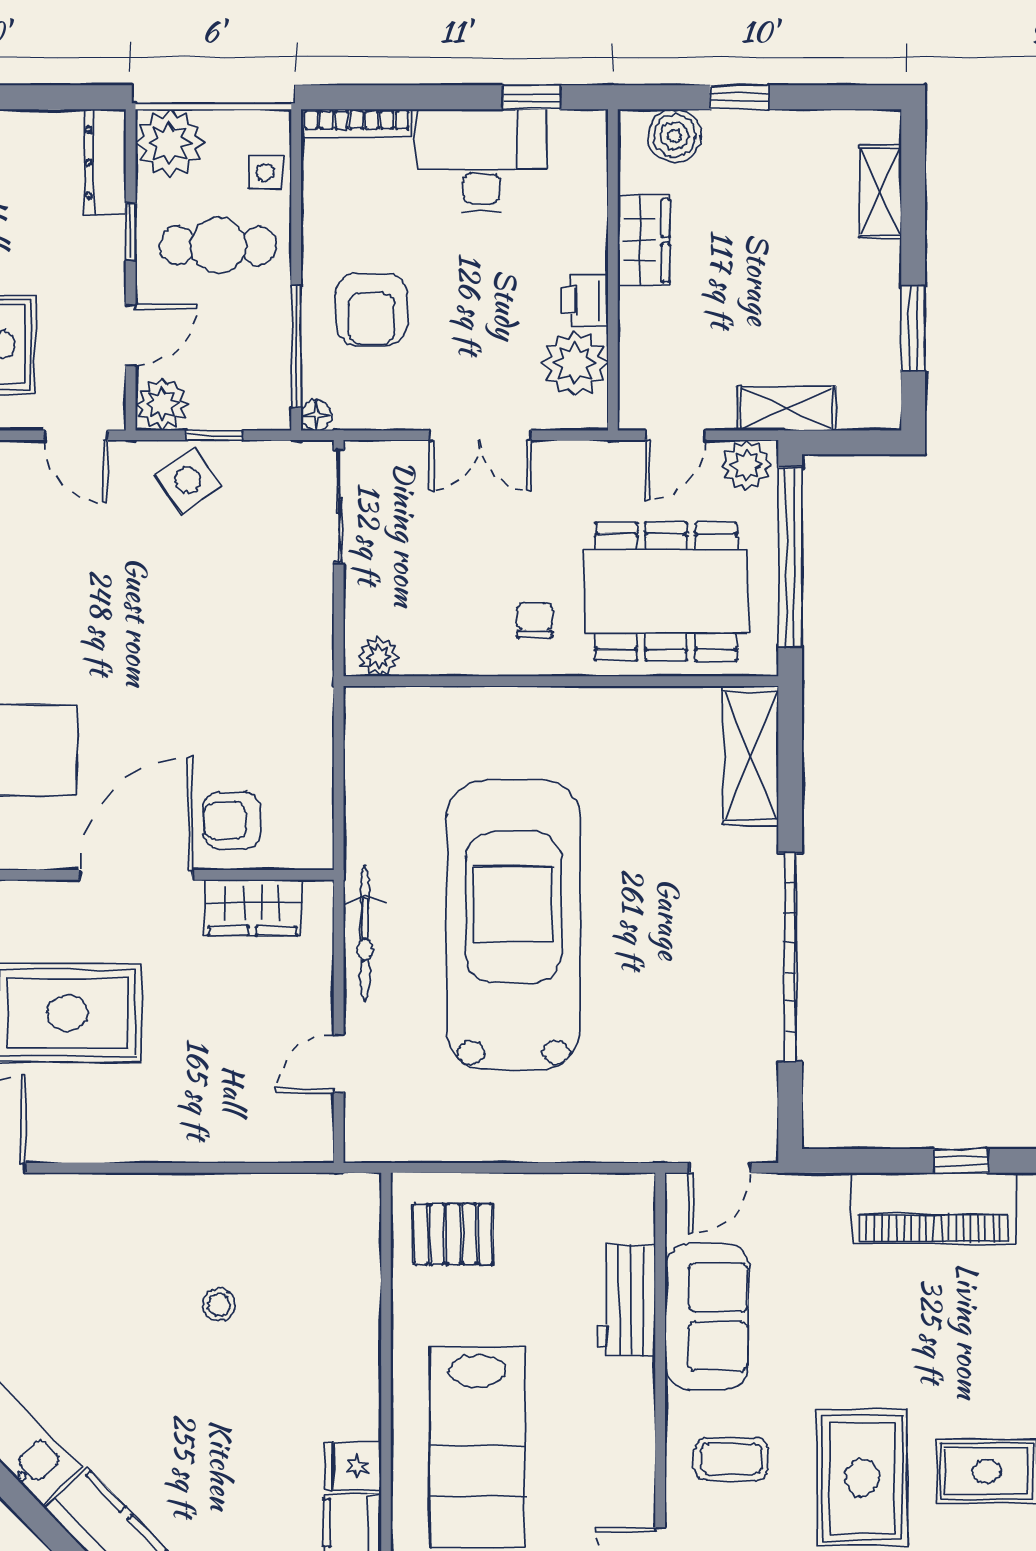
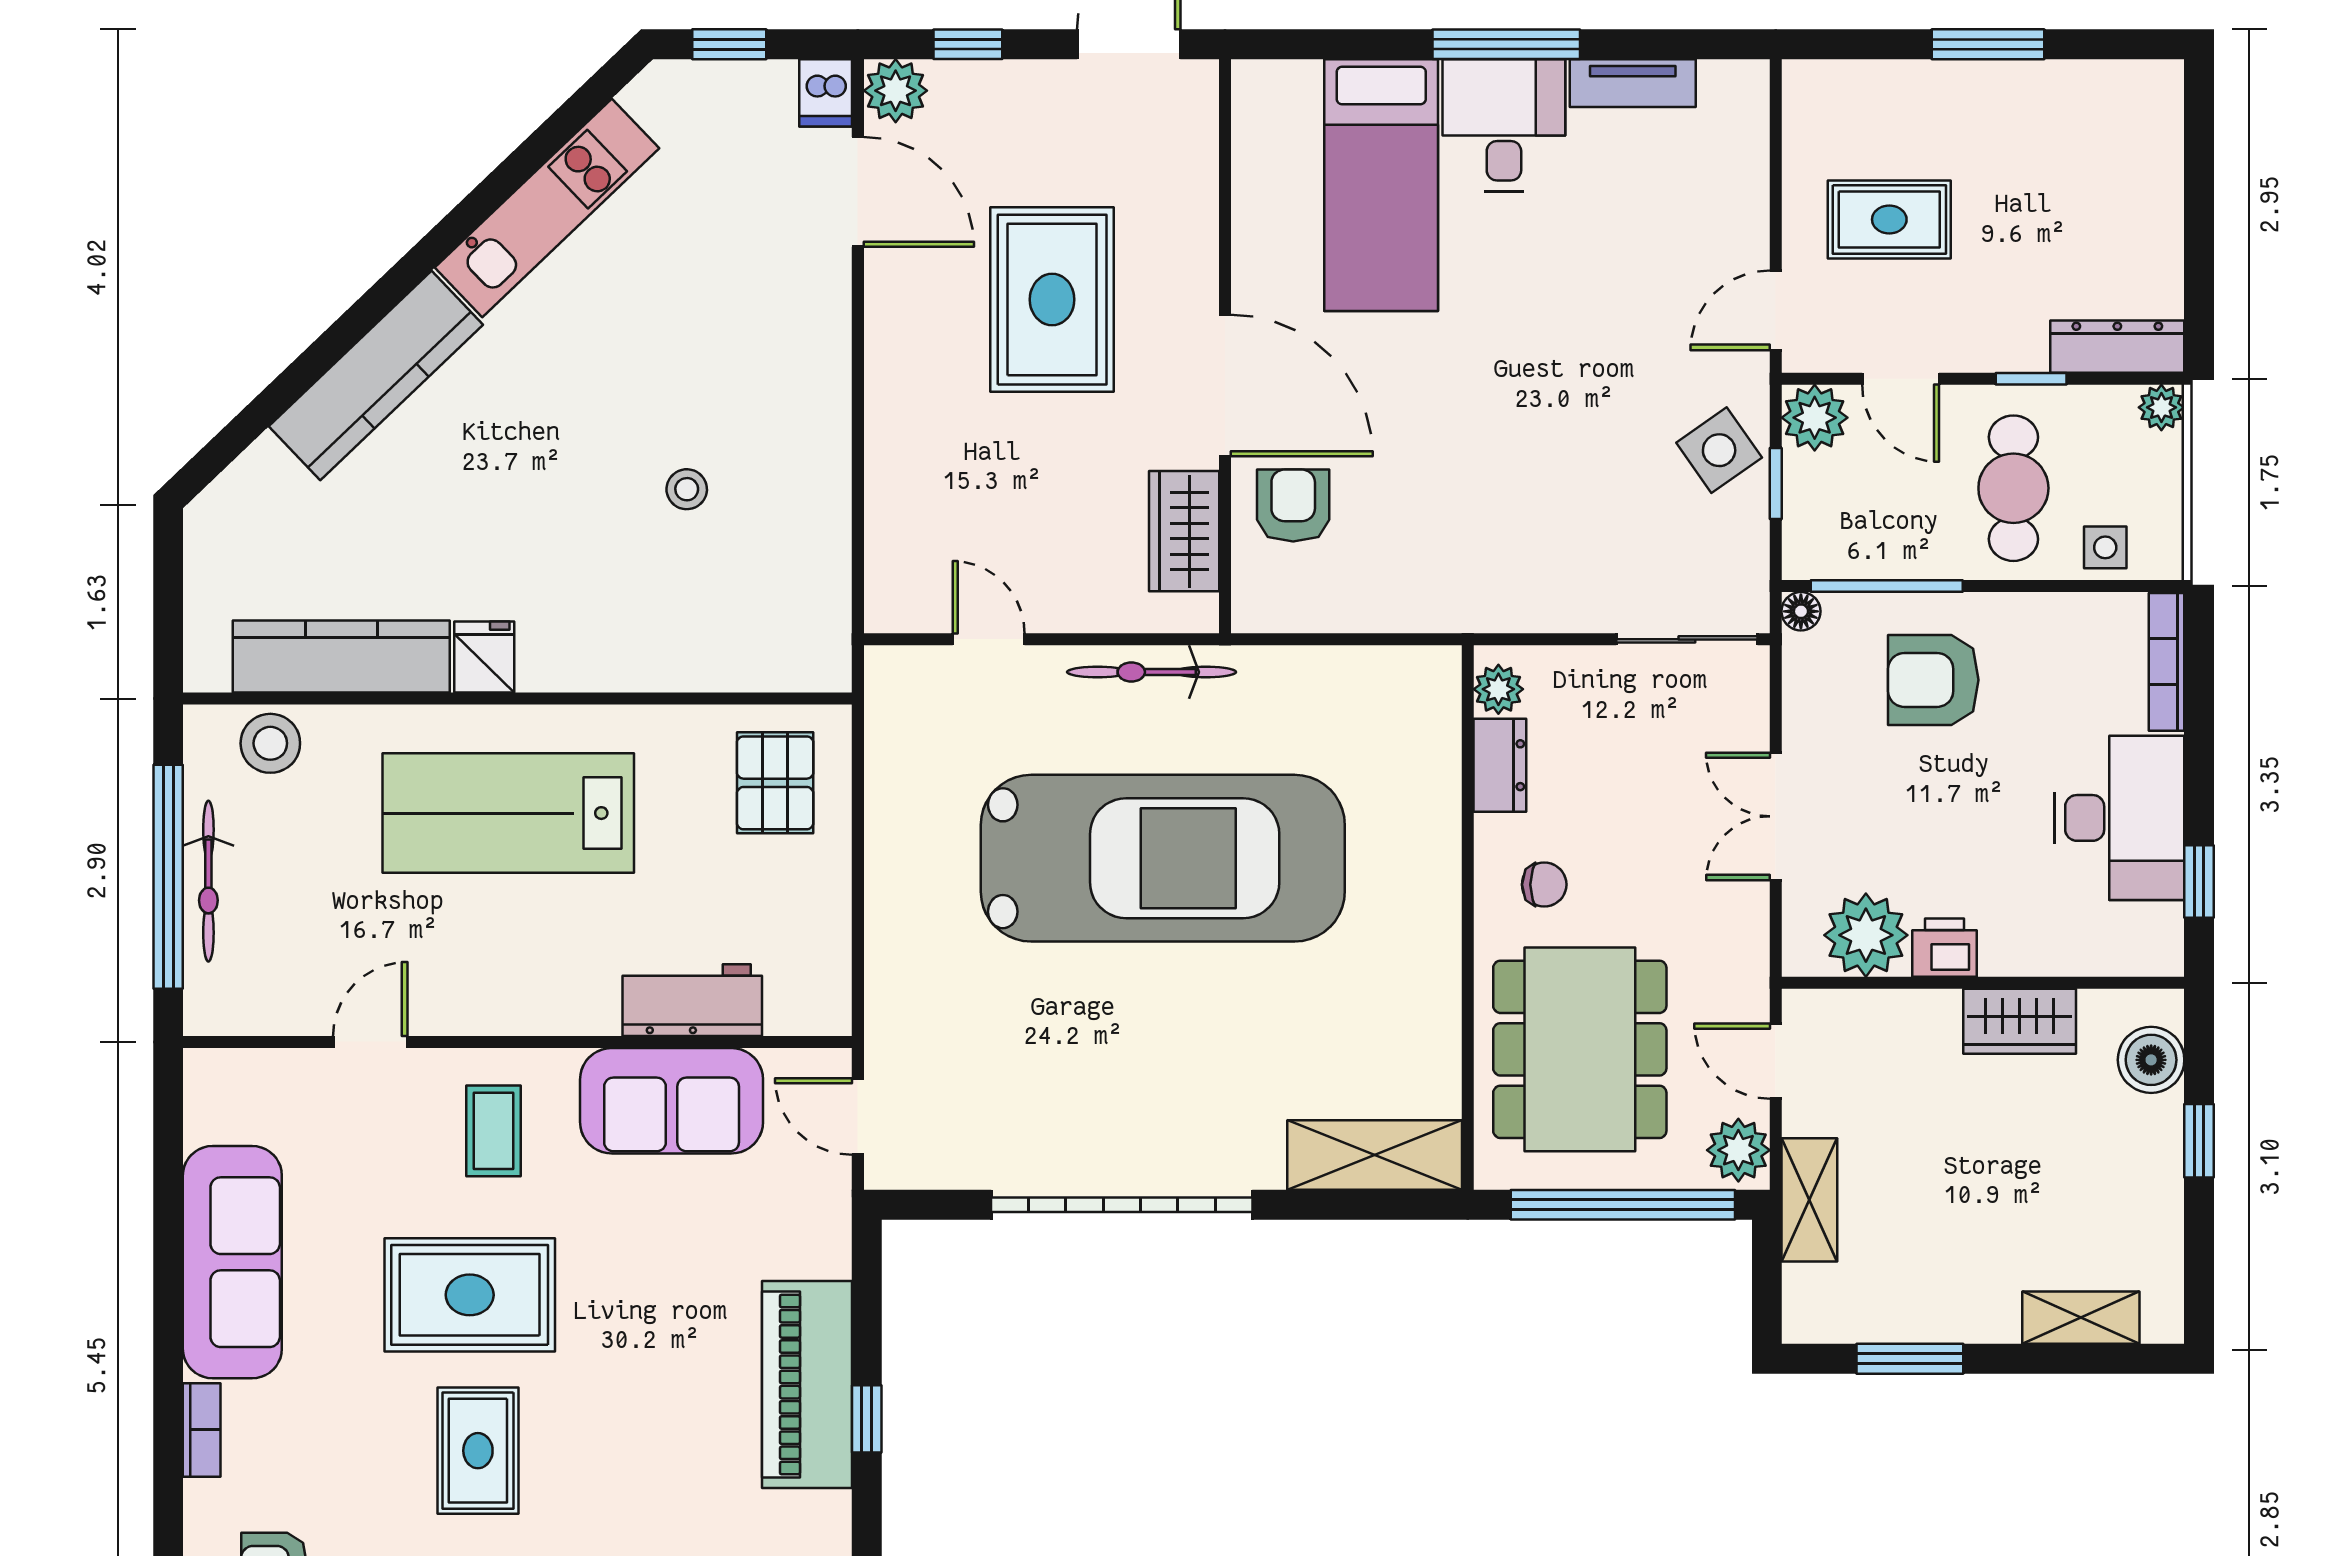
plant: (170, 143) -> (2161, 407), width x0.53, depth x0.53
dresser: (439, 655) -> (1500, 765), added

